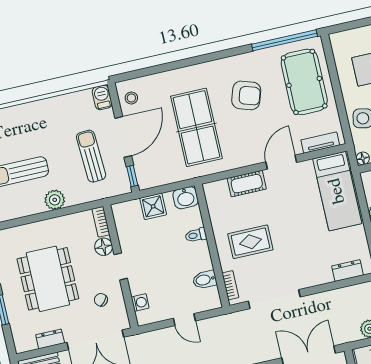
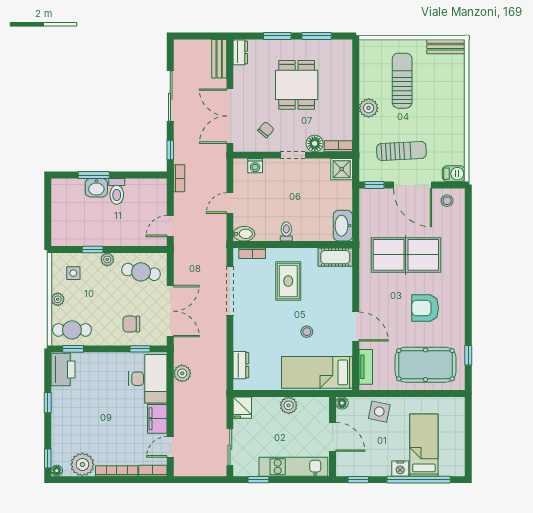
window: (285, 40) -> (468, 355), width x0.32
armchair: (246, 95) -> (425, 308), turned 72
cot: (247, 184) -> (335, 257), moved, turned 90
washbasin: (186, 198) -> (343, 226), width x1.38
shower: (153, 206) -> (342, 169), moved
stool: (298, 211) -> (307, 332), added
toilet: (196, 235) -> (286, 232), moved
dining table: (48, 279) -> (297, 85), width x0.73
bidet: (205, 280) -> (244, 234), moved, turned 90
dresser: (50, 339) -> (240, 52), moved

